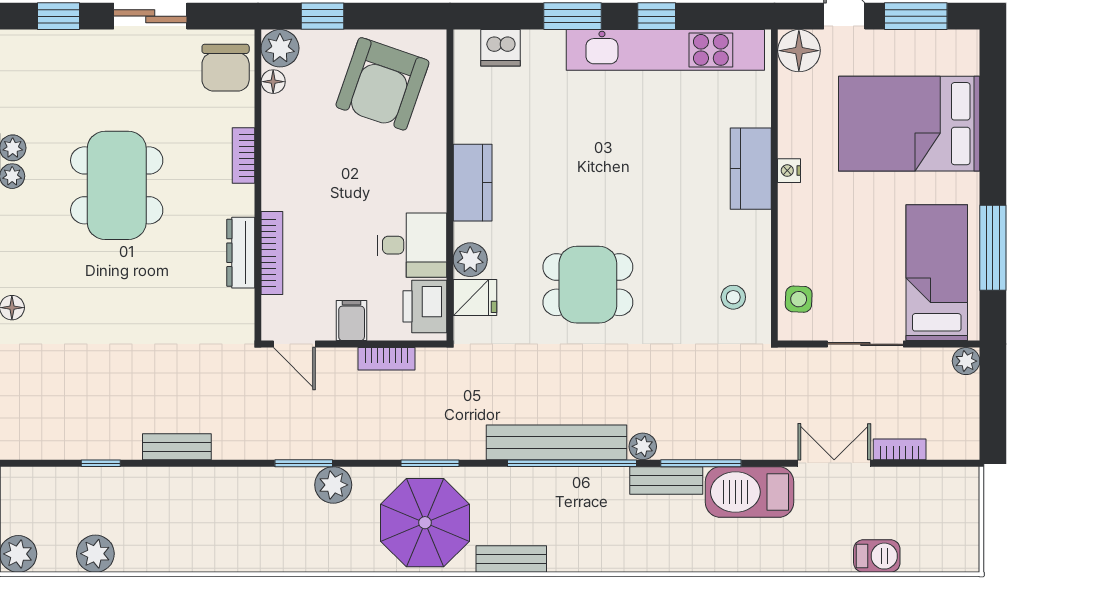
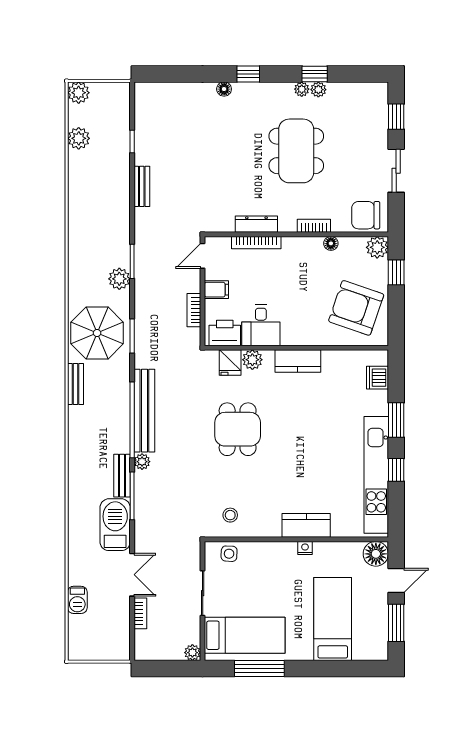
floor lamp: (273, 82) -> (331, 243), moved
bed: (909, 124) -> (333, 619), width x0.67
dining table: (117, 185) -> (296, 151), turned 90

